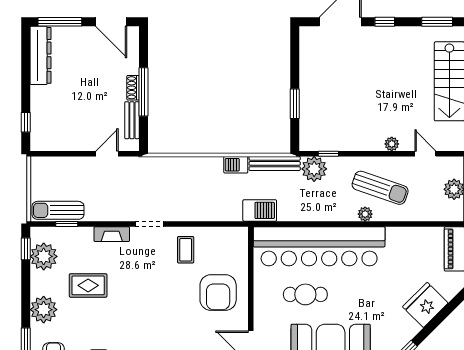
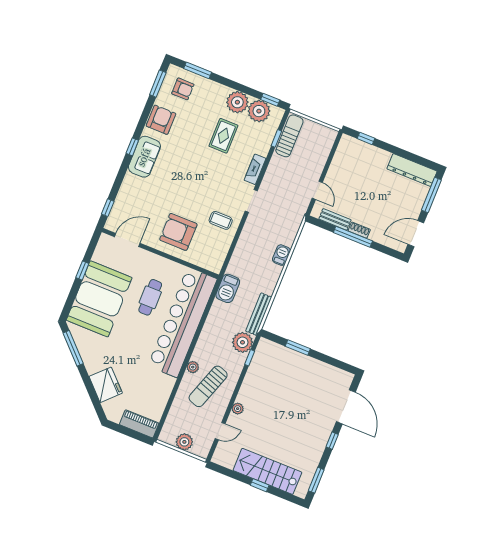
barbecue: (236, 165) -> (281, 255), moved
plant: (44, 310) -> (237, 102), moved

